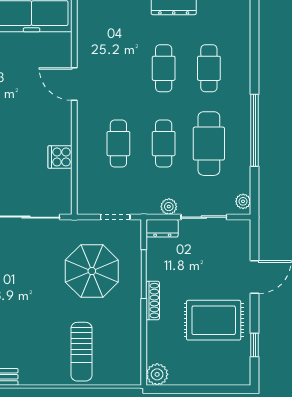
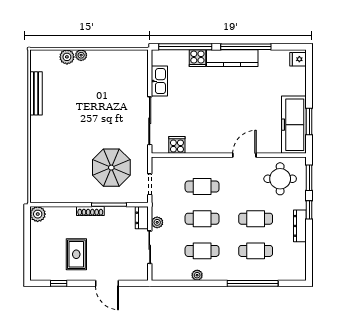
round table: (108, 34) -> (280, 179), added
window: (255, 130) -> (253, 283), moved
cafe table: (209, 144) -> (202, 251), width x0.73, depth x0.74
cooker: (60, 157) -> (177, 145), moved
plant: (243, 201) -> (197, 275), moved
rug: (214, 320) -> (76, 254), width x0.73, depth x0.70
sun lounger: (81, 352) -> (54, 160), removed

